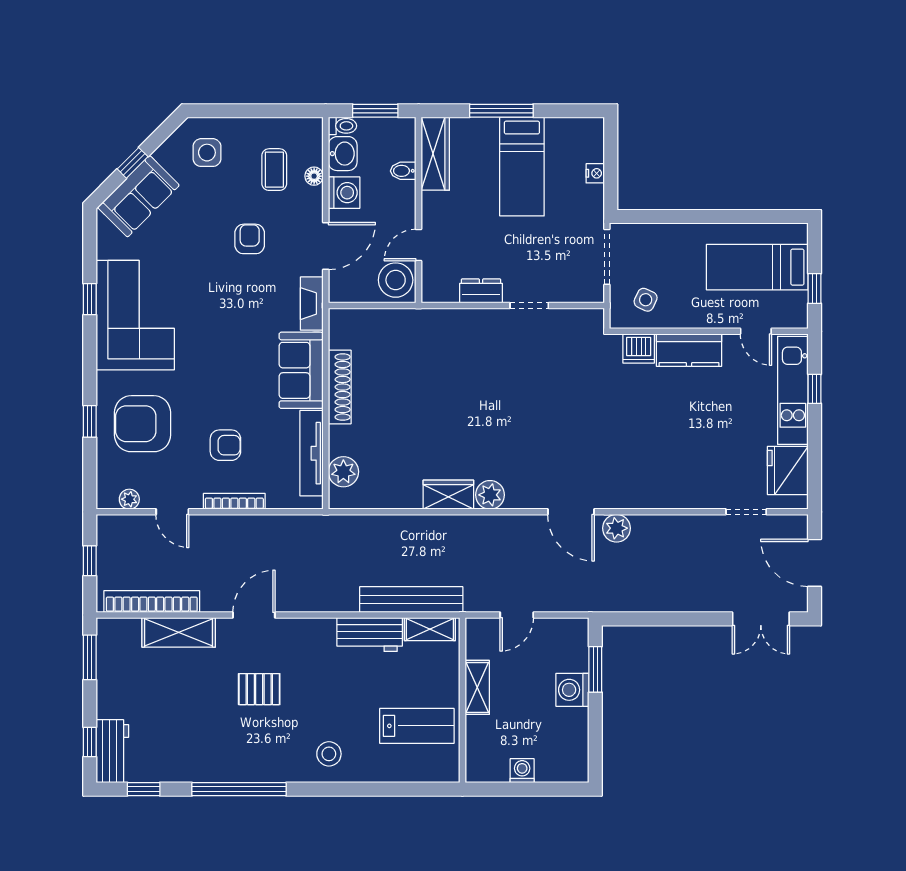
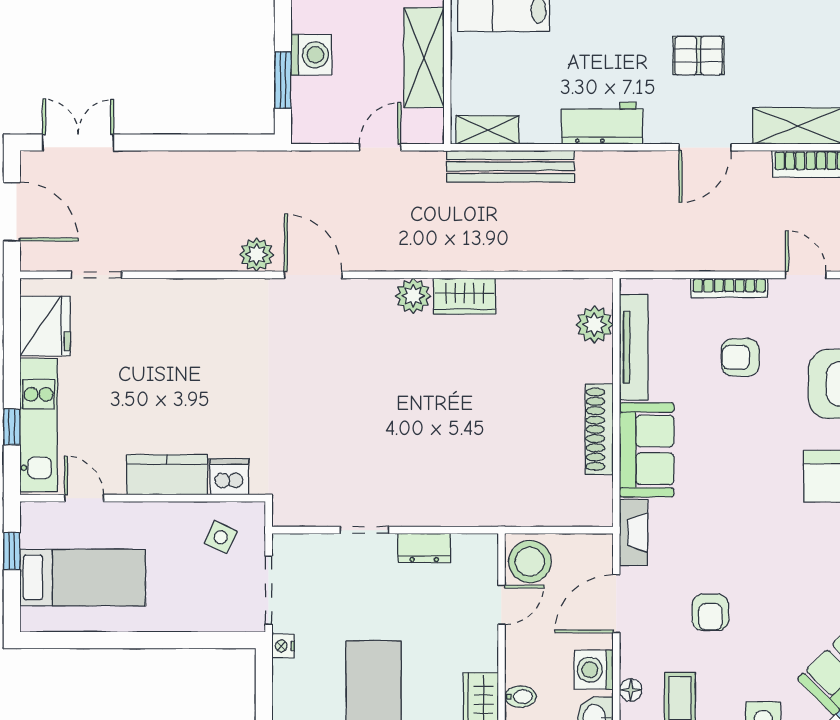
nightstand: (595, 173) -> (283, 646), moved
workbench: (370, 635) -> (602, 123), moved
shelving: (477, 687) -> (424, 58), width x1.50, depth x1.33

